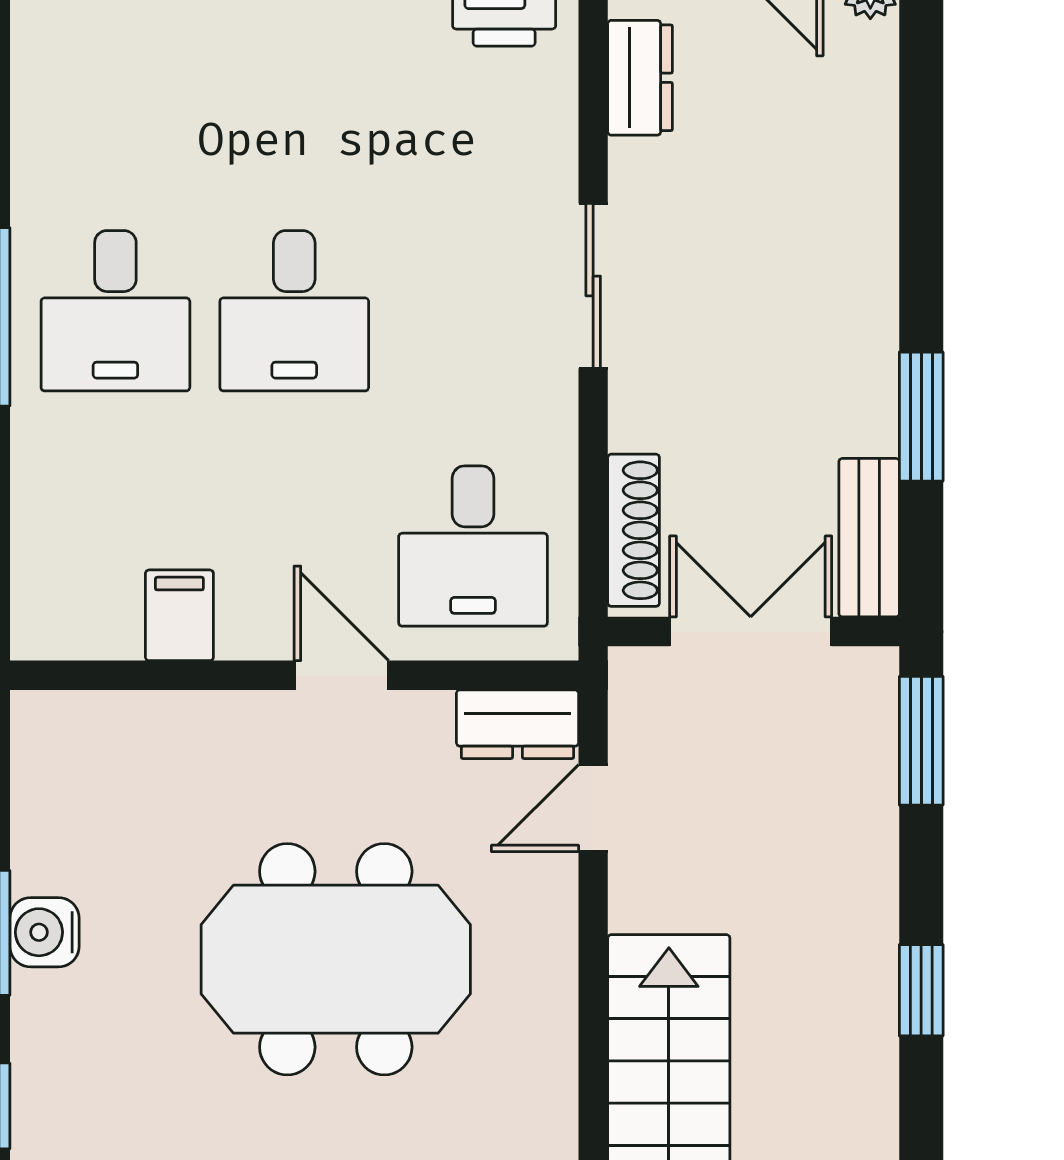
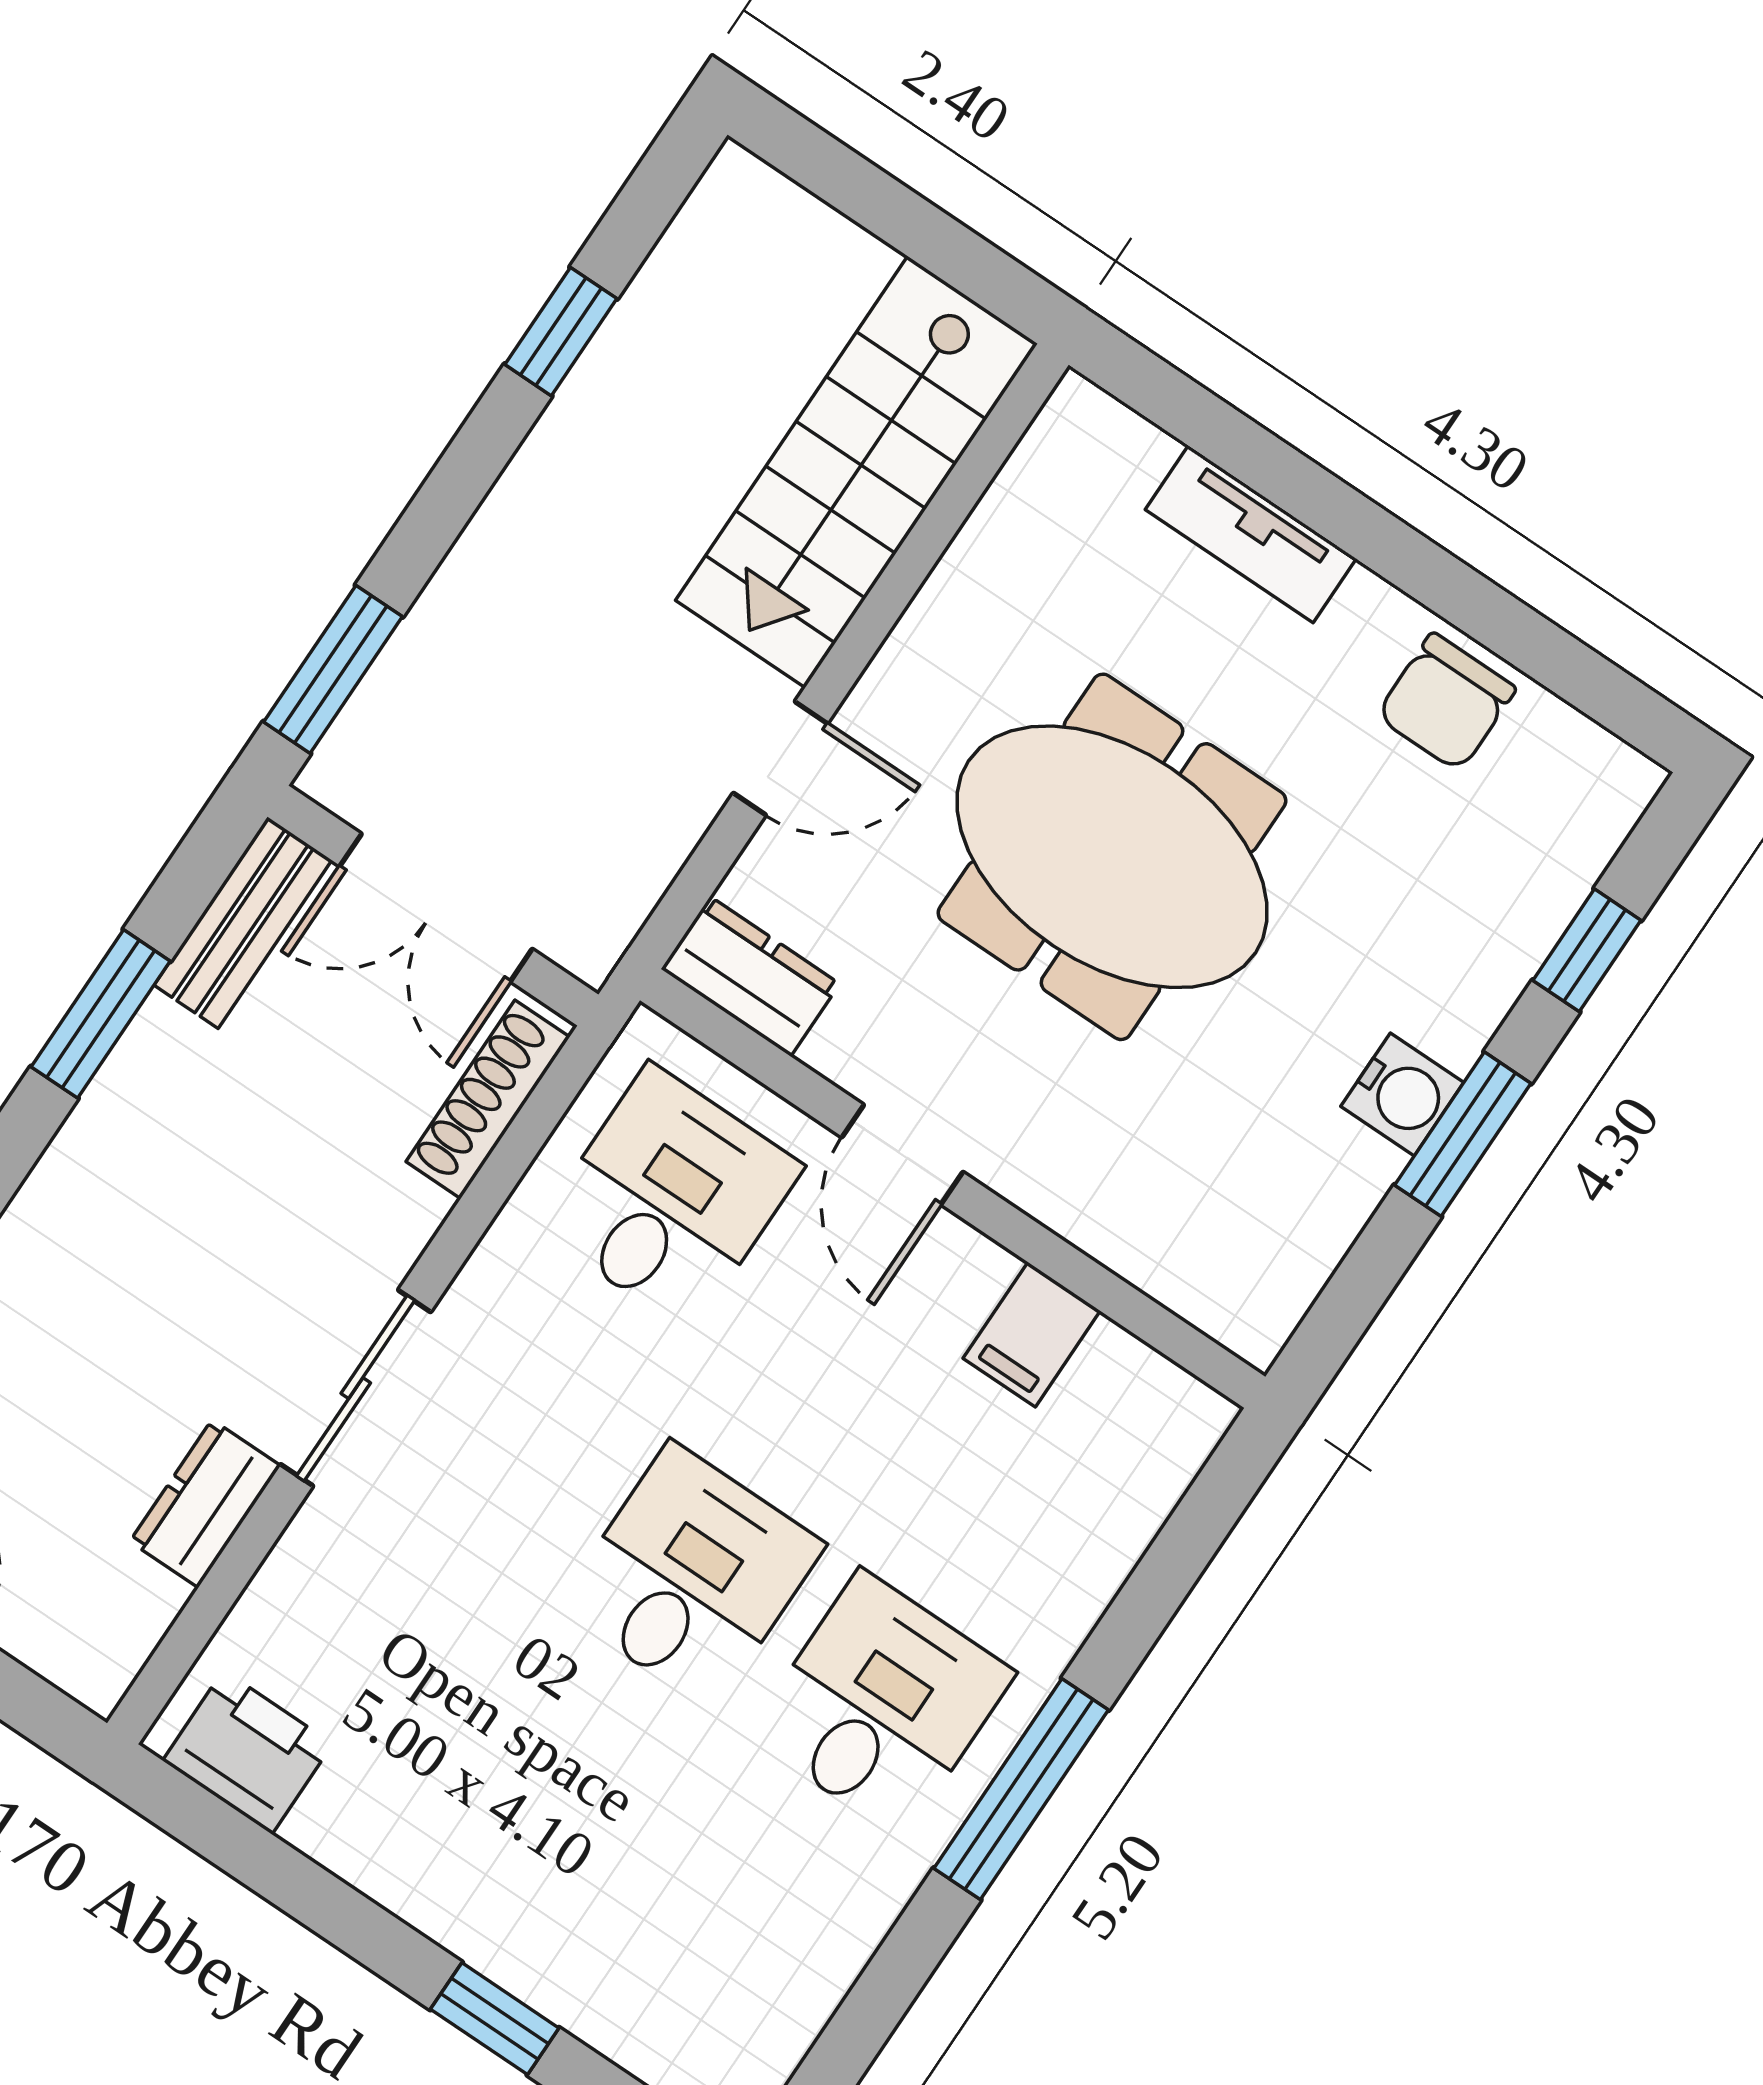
dresser: (640, 78) -> (205, 1504), moved
door: (593, 808) -> (780, 758), moved
window: (921, 990) -> (561, 332), moved

